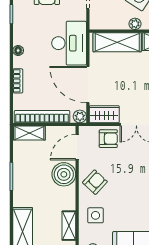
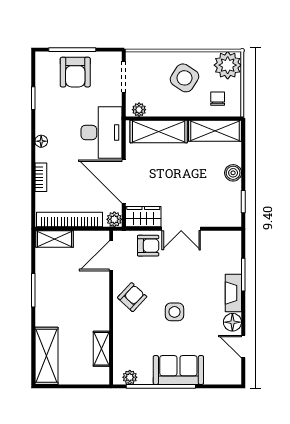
plant: (135, 24) -> (139, 110), moved
boiler: (64, 174) -> (95, 288), removed
side table: (95, 215) -> (175, 312), moved

